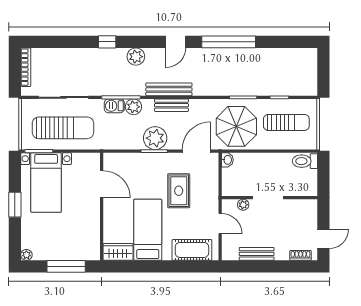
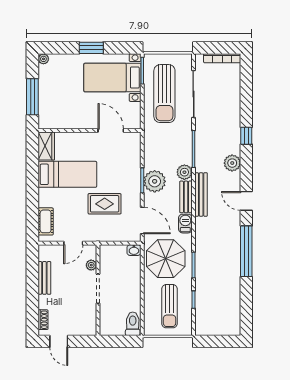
barbecue: (114, 106) -> (185, 224), moved
plant: (133, 107) -> (184, 172), moved
door: (102, 184) -> (111, 131), swing flipped
cot: (192, 250) -> (46, 221), width x0.73, depth x0.75

